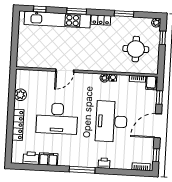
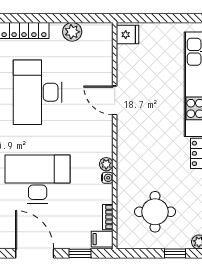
fridge: (24, 60) -> (127, 35), added

